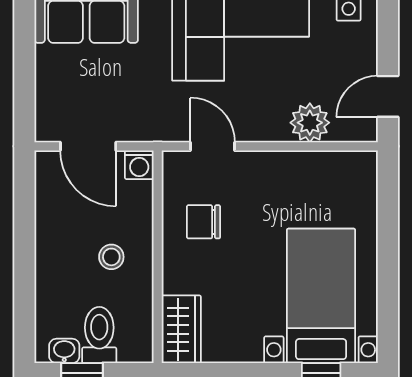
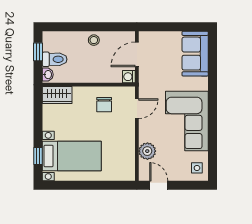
chair: (204, 222) -> (104, 105), turned 180
stool: (111, 257) -> (94, 40), moved
washbasin: (64, 351) -> (48, 75), moved

